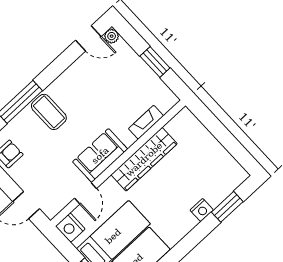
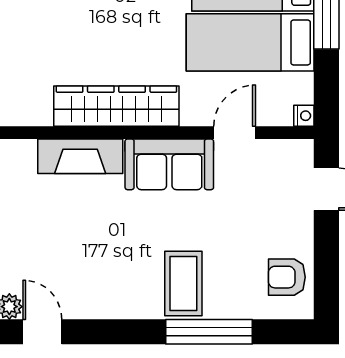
fireplace: (146, 122) -> (80, 156), width x1.37, depth x1.32
nightstand: (70, 228) -> (304, 116), width x0.53, depth x0.56

